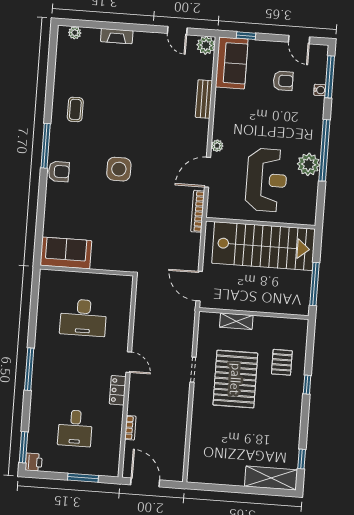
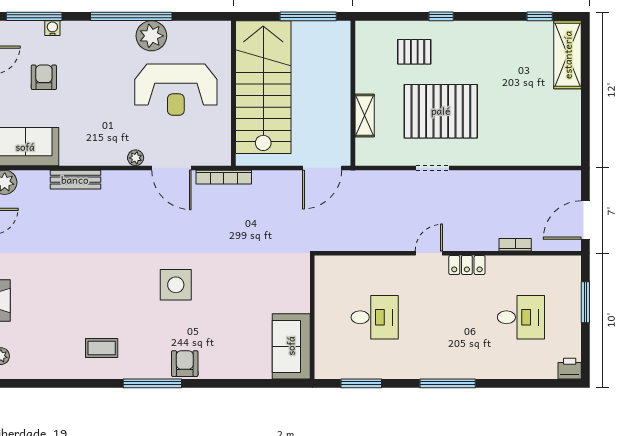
reception desk: (266, 180) -> (176, 90), turned 180
desk: (83, 318) -> (375, 317), width x0.73
window: (23, 447) -> (361, 383), moved

